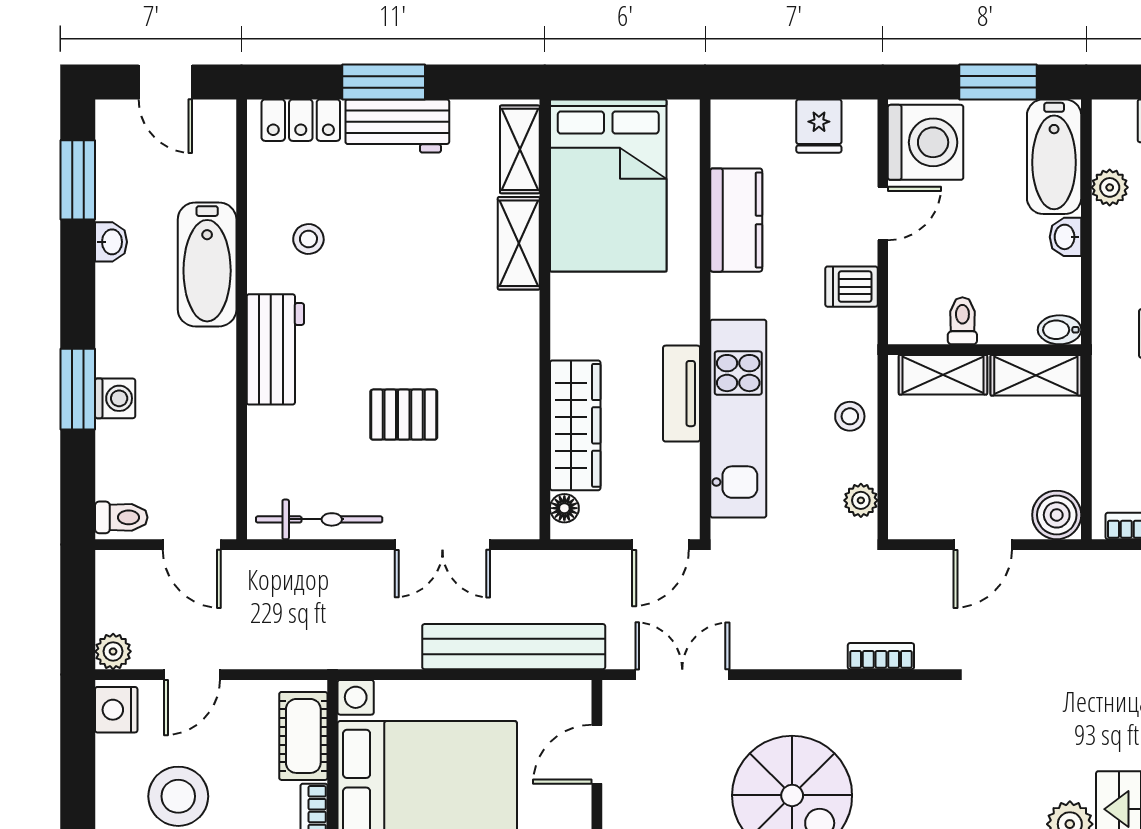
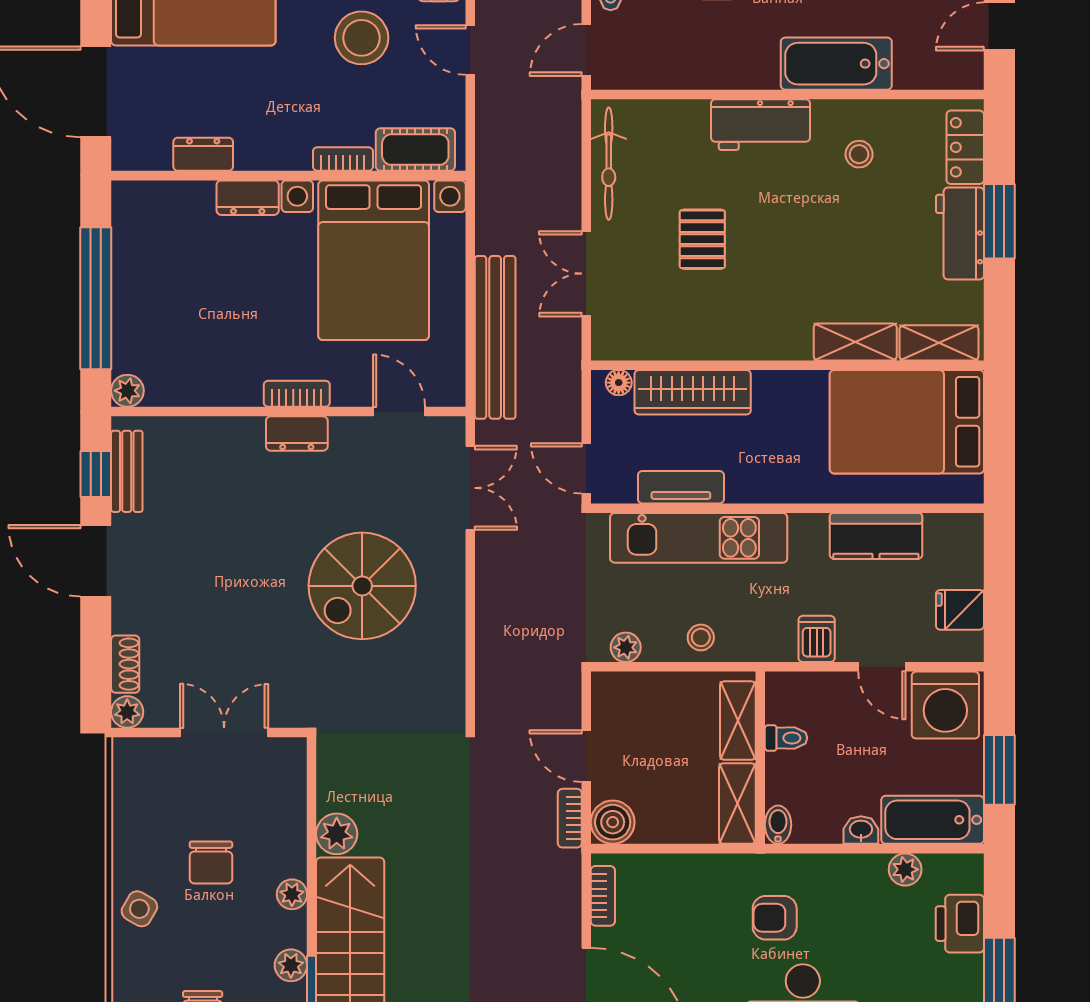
tv unit: (682, 394) -> (681, 487), moved
bookcase: (881, 656) -> (570, 818), moved, turned 180

